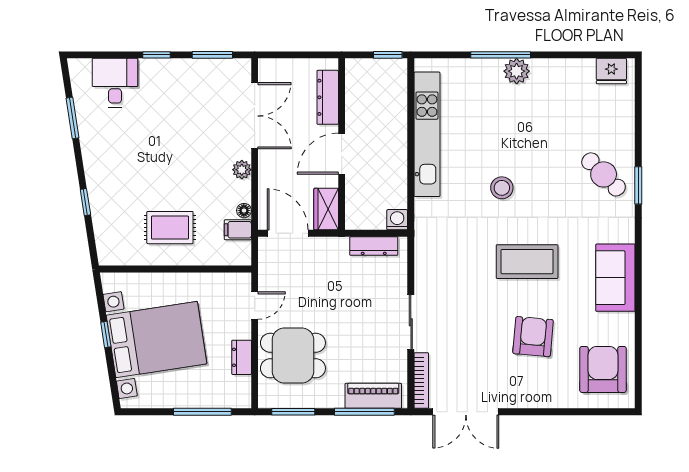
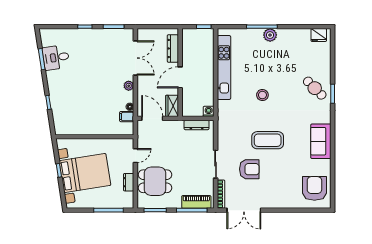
desk: (115, 83) -> (56, 58), moved, turned -99
rug: (170, 228) -> (92, 115), removed
coffee table: (527, 262) -> (268, 140), moved
armchair: (533, 337) -> (249, 169), moved, turned 85

